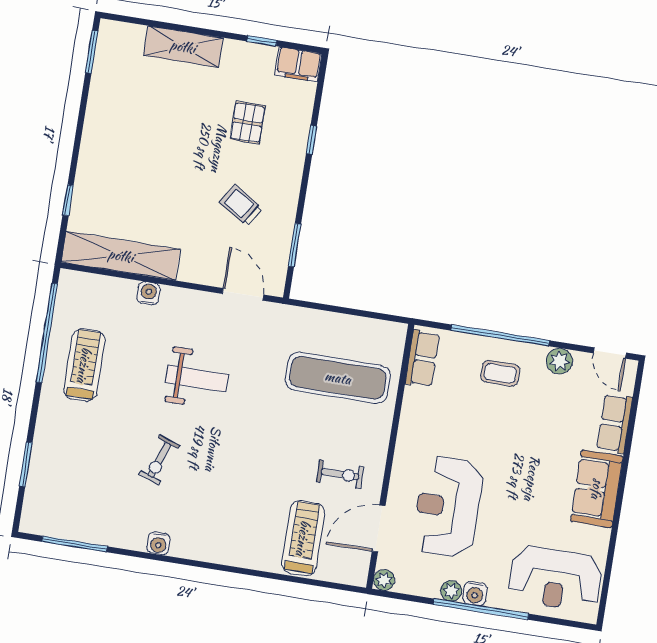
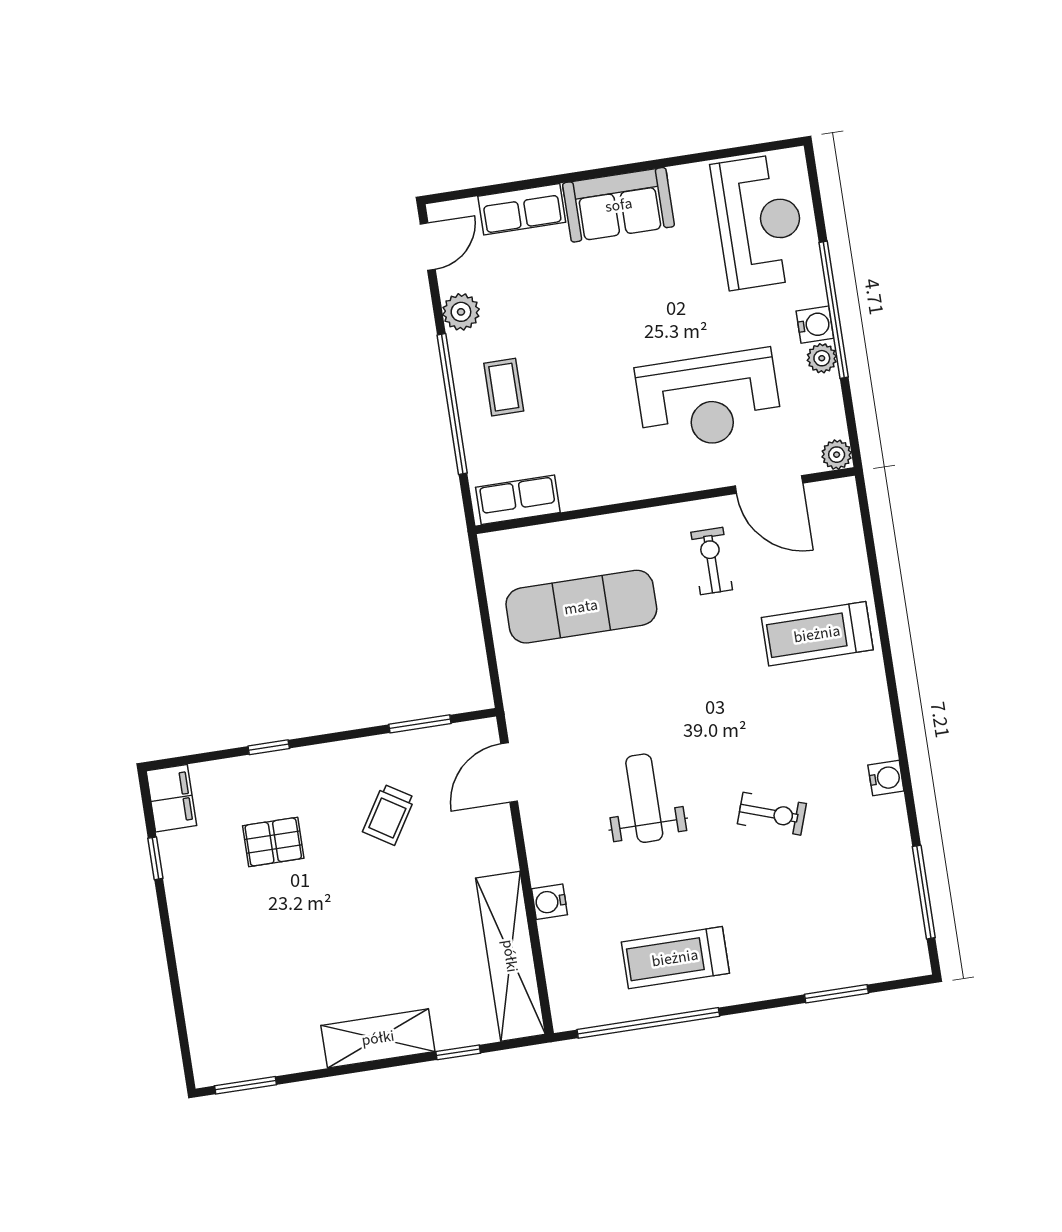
shelving: (183, 47) -> (378, 1038), moved, turned 90
exercise mat: (338, 378) -> (581, 607), turned 90
treadmill: (303, 538) -> (817, 634), moved

